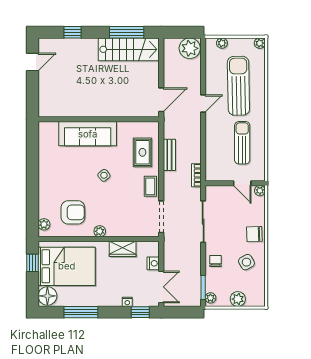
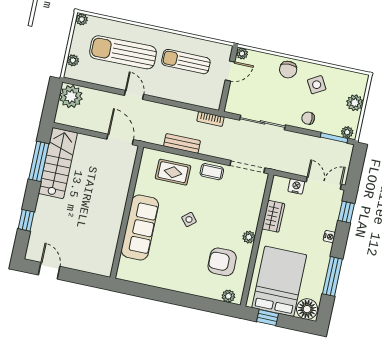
armchair: (73, 212) -> (222, 262), turned -90
nightstand: (127, 302) -> (329, 237), moved

